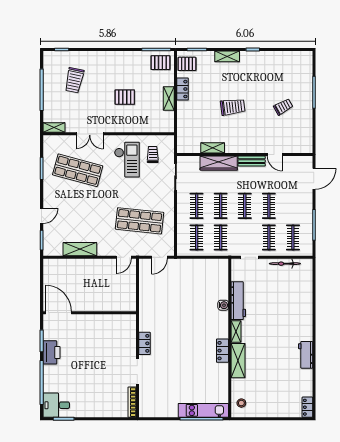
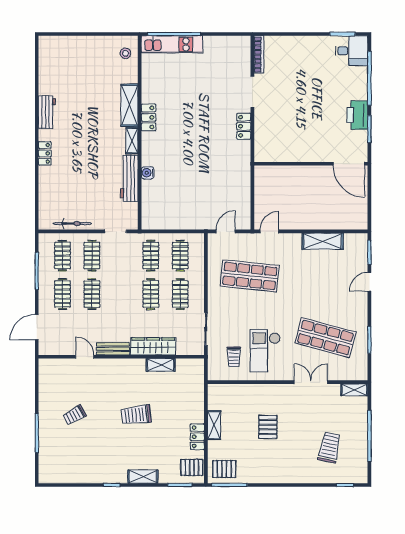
pallet: (125, 97) -> (268, 427), turned 90
clothes rail: (245, 206) -> (62, 294), moved
locker: (307, 407) -> (45, 153), moved

